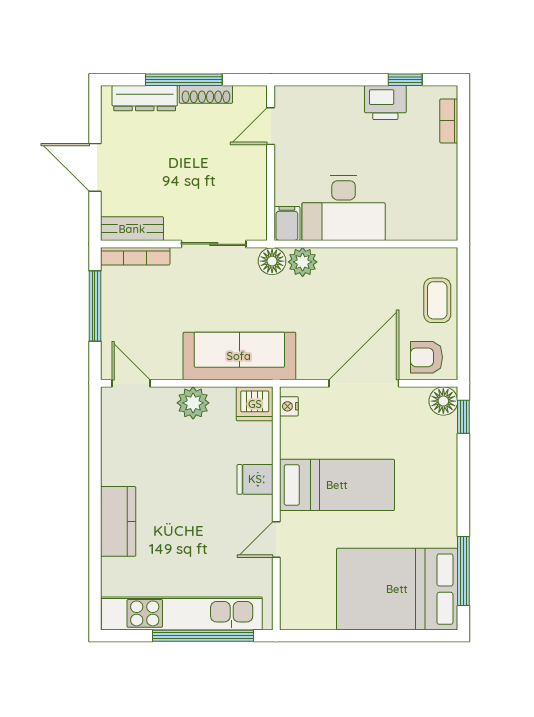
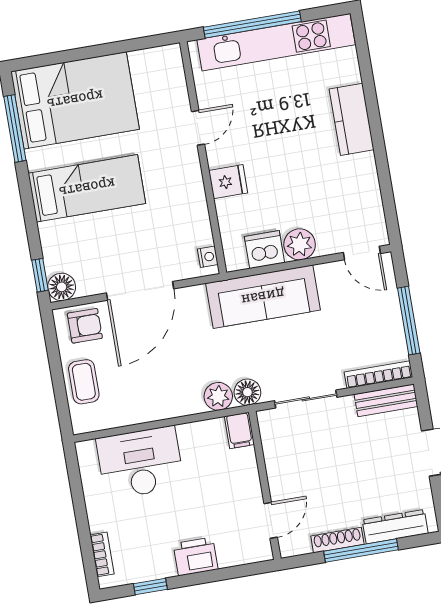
printer: (385, 103) -> (196, 556), moved
desk: (344, 208) -> (140, 463), moved
dishwasher: (255, 404) -> (264, 250), moved
bed: (337, 485) -> (87, 188), moved, turned 180

